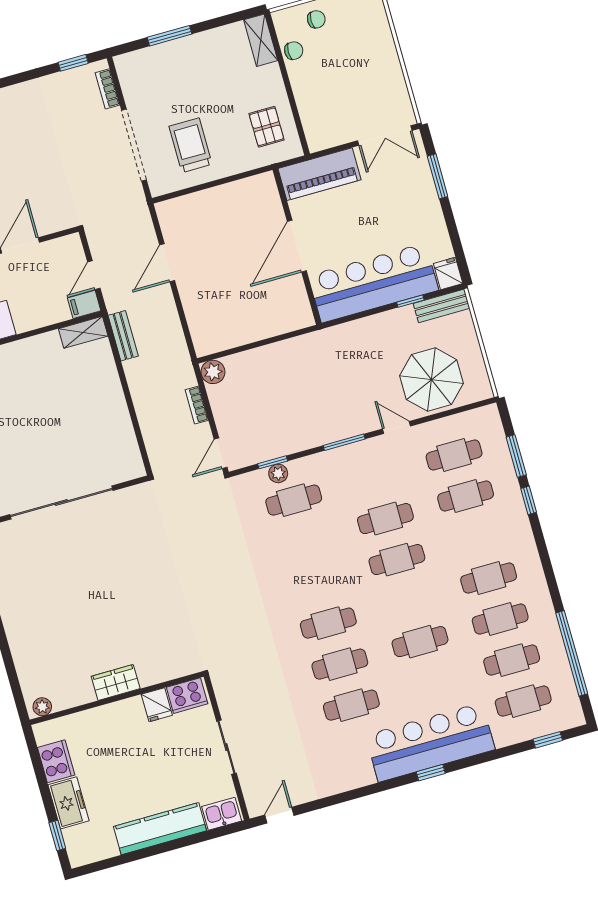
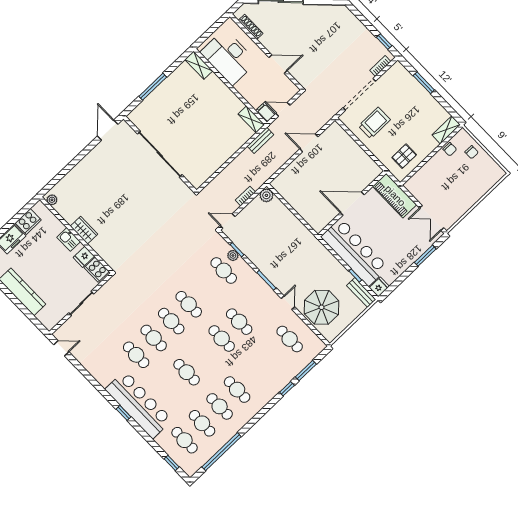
cafe table: (466, 496) -> (189, 304), moved
kitchen sink: (222, 814) -> (69, 239), moved, turned 180

